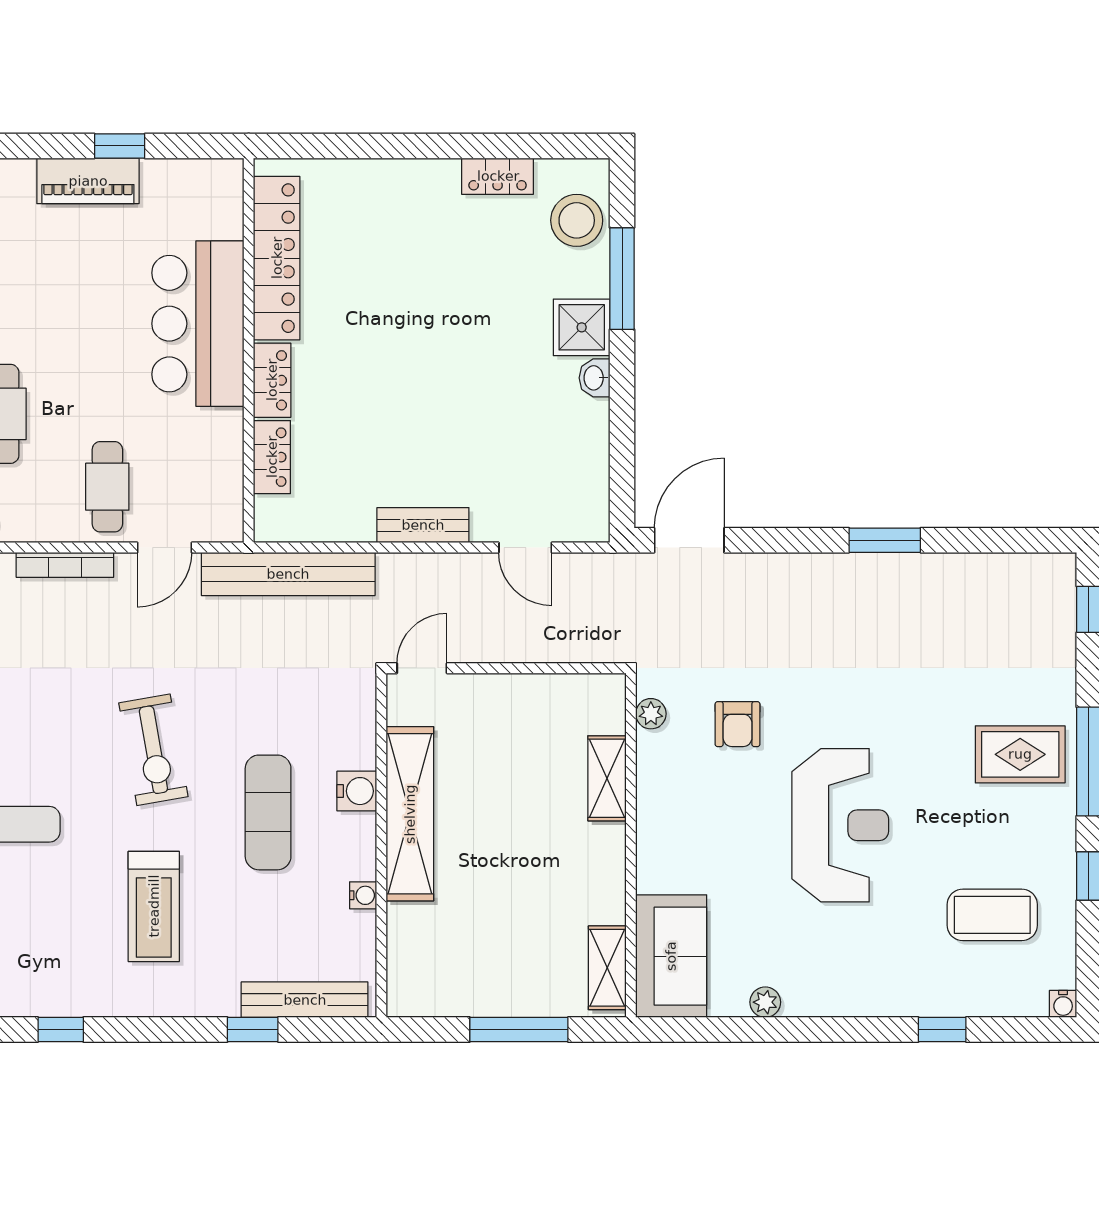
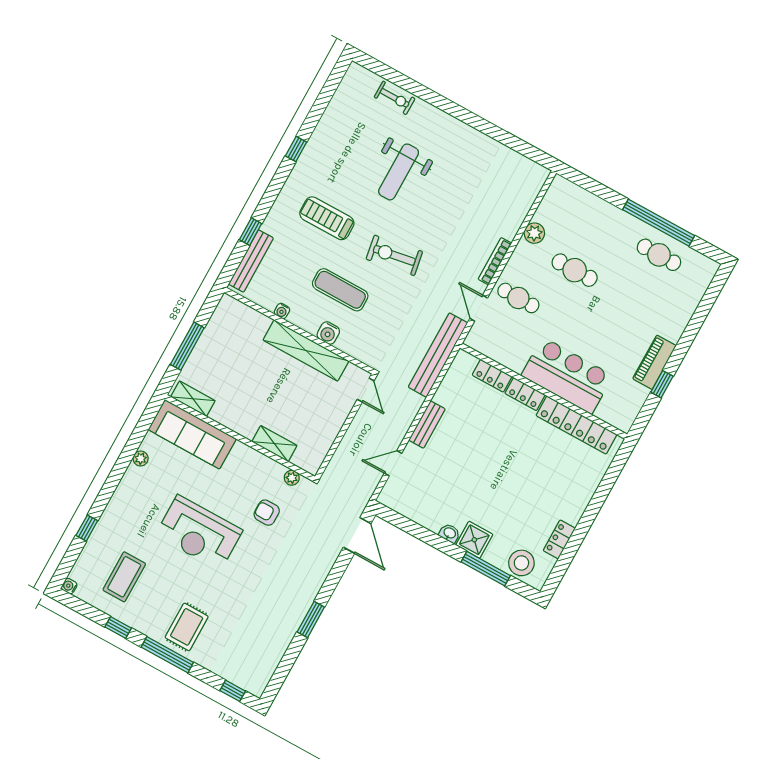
sofa: (671, 956) -> (192, 434), width x1.36

